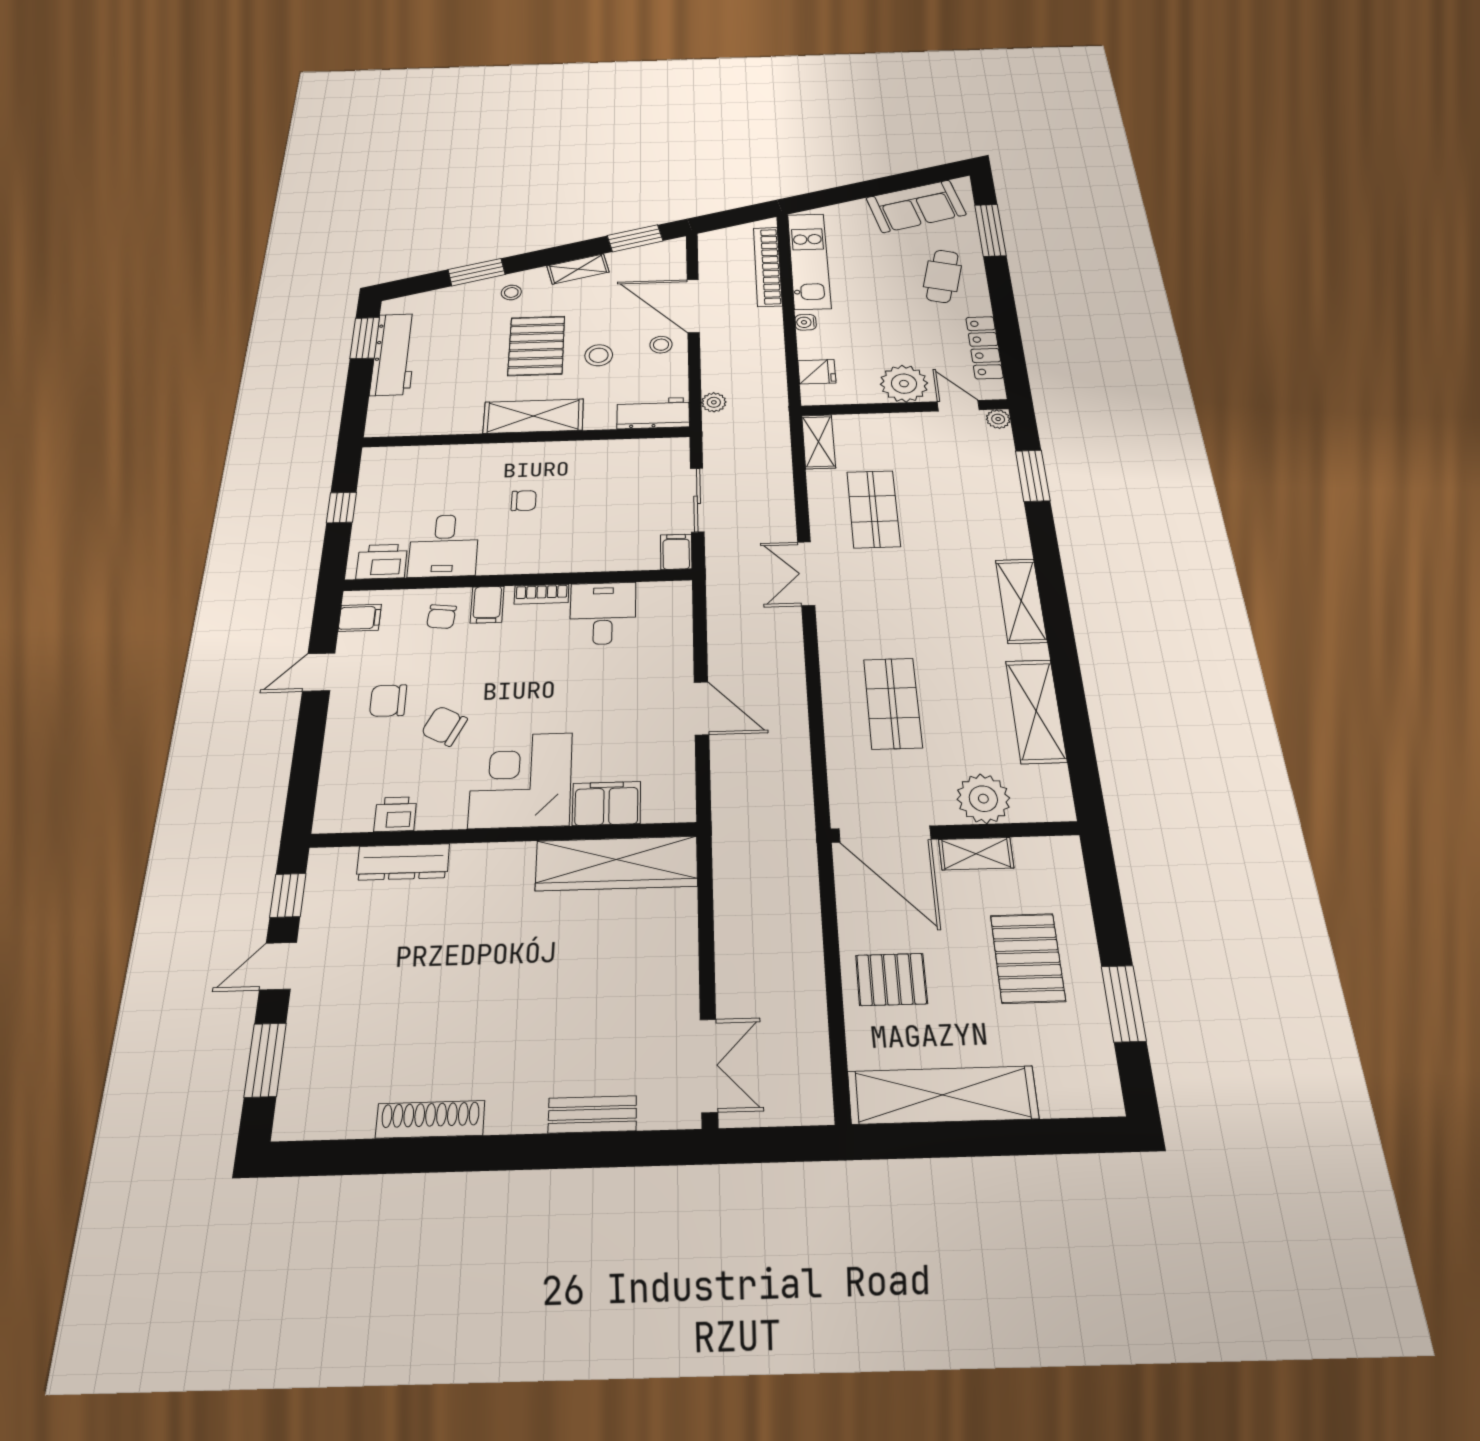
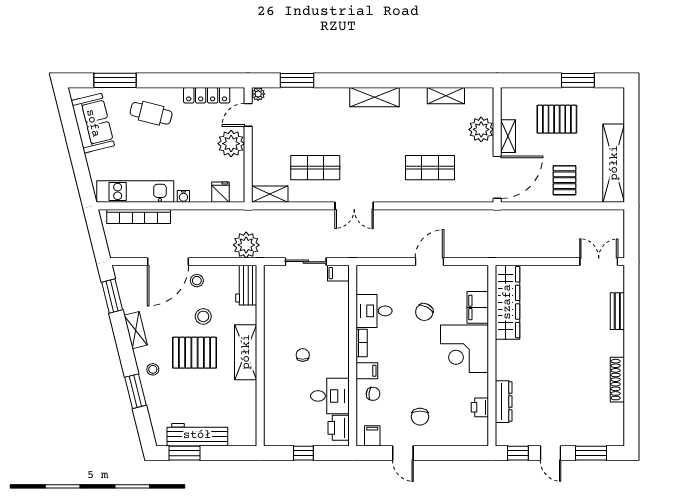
plant: (714, 402) -> (246, 245), width x1.88, depth x1.88
shelving: (1036, 711) -> (446, 96), width x0.67, depth x0.75
chair: (444, 726) -> (424, 312), moved

